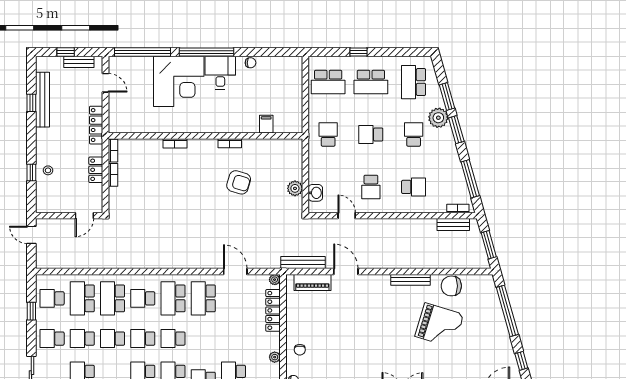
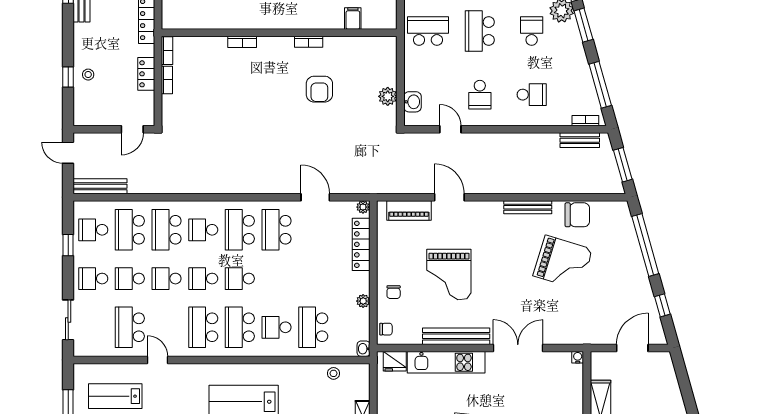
school desk: (328, 134) -> (428, 31), width x1.85
school desk: (371, 134) -> (480, 31), width x1.85
armchair: (239, 182) -> (319, 89), turned 73
bench: (303, 262) -> (100, 186), moved
chair: (451, 286) -> (577, 215), turned 180
grand piano: (345, 335) -> (449, 274), added

